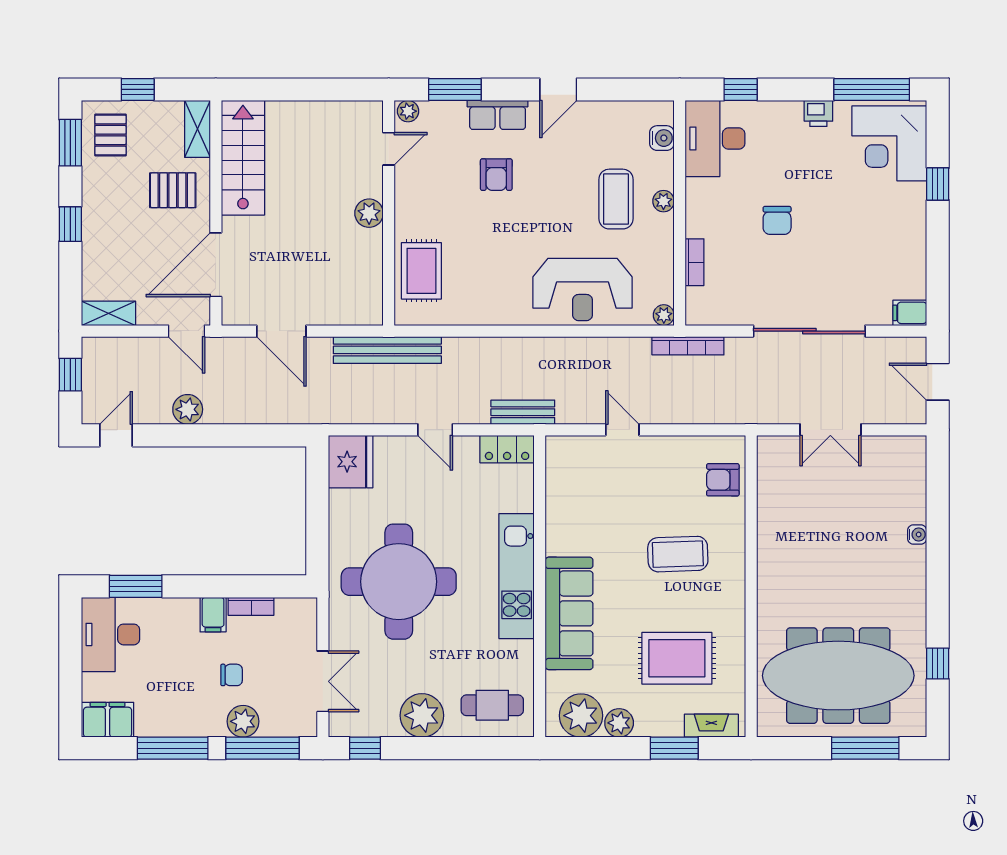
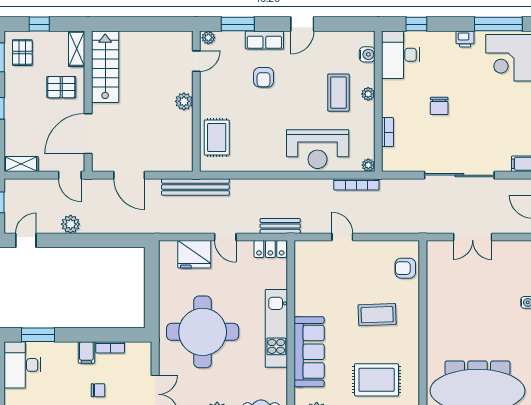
bookcase: (688, 346) -> (356, 184), moved
fridge: (351, 462) -> (194, 254), moved, turned 90

